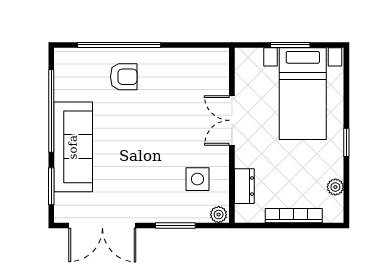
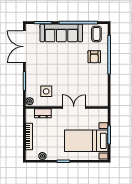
coffee table: (75, 72) -> (96, 34), added

